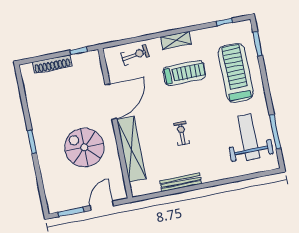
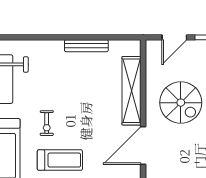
treadmill: (184, 73) -> (60, 160), turned 180
exercise bike: (182, 133) -> (47, 123), moved

